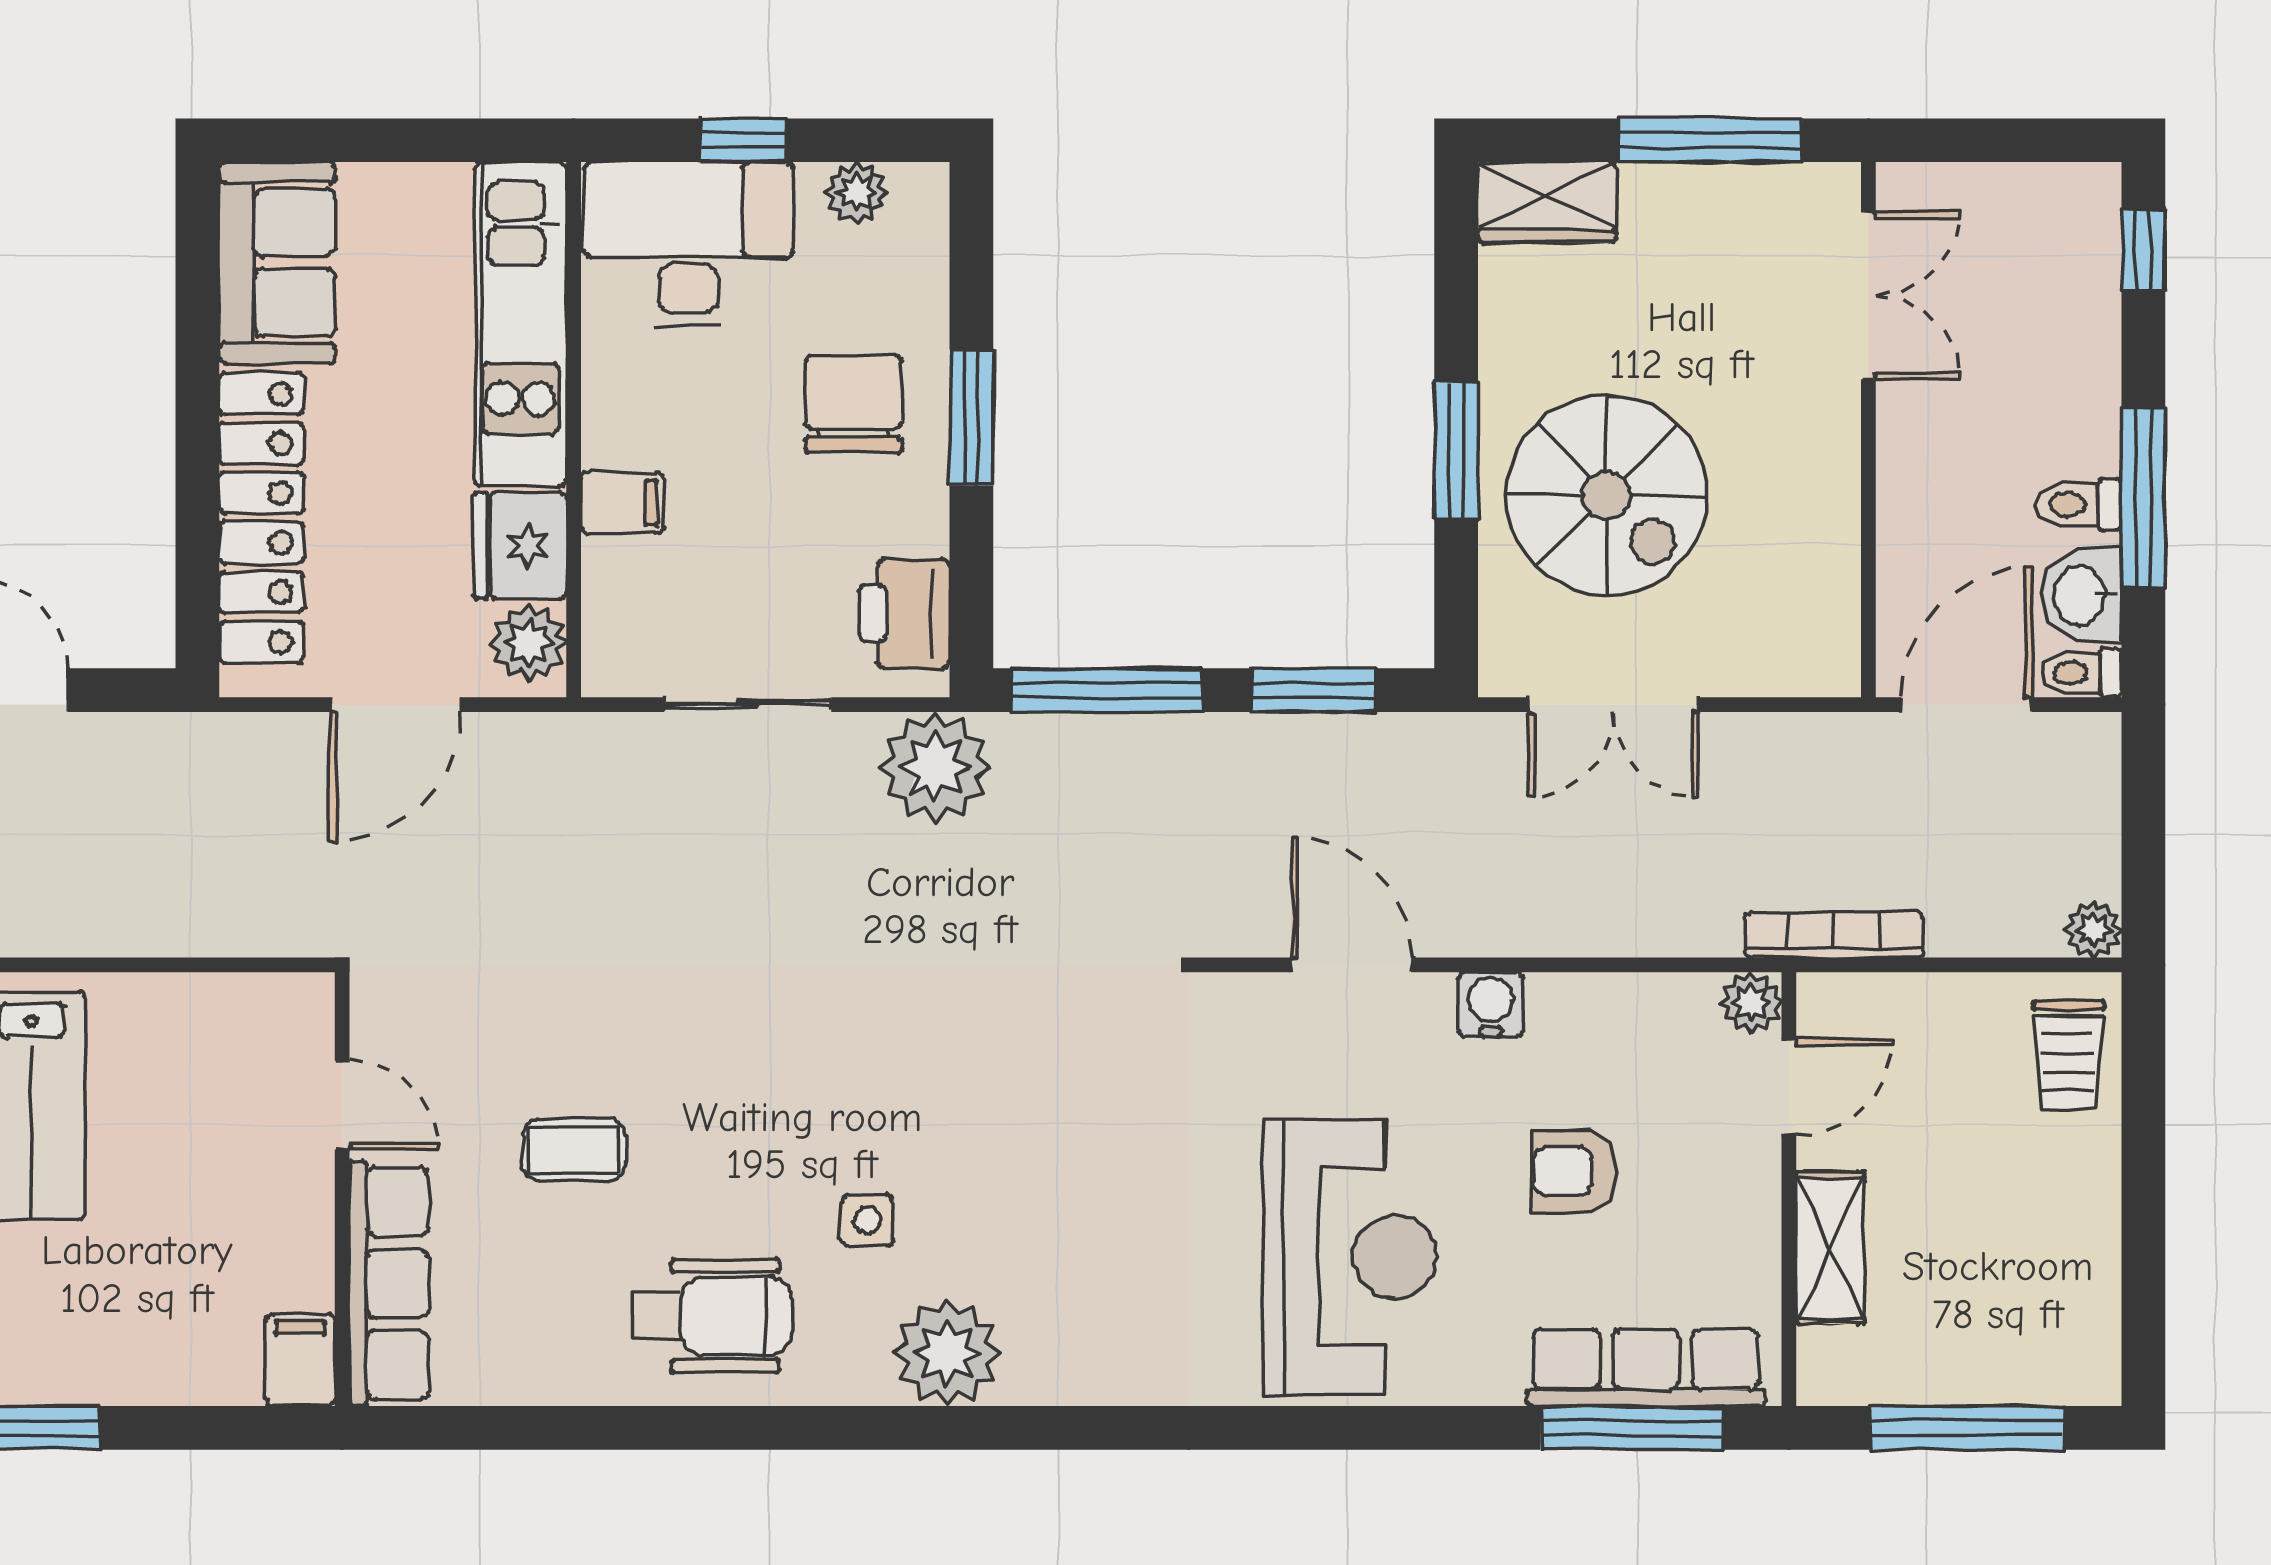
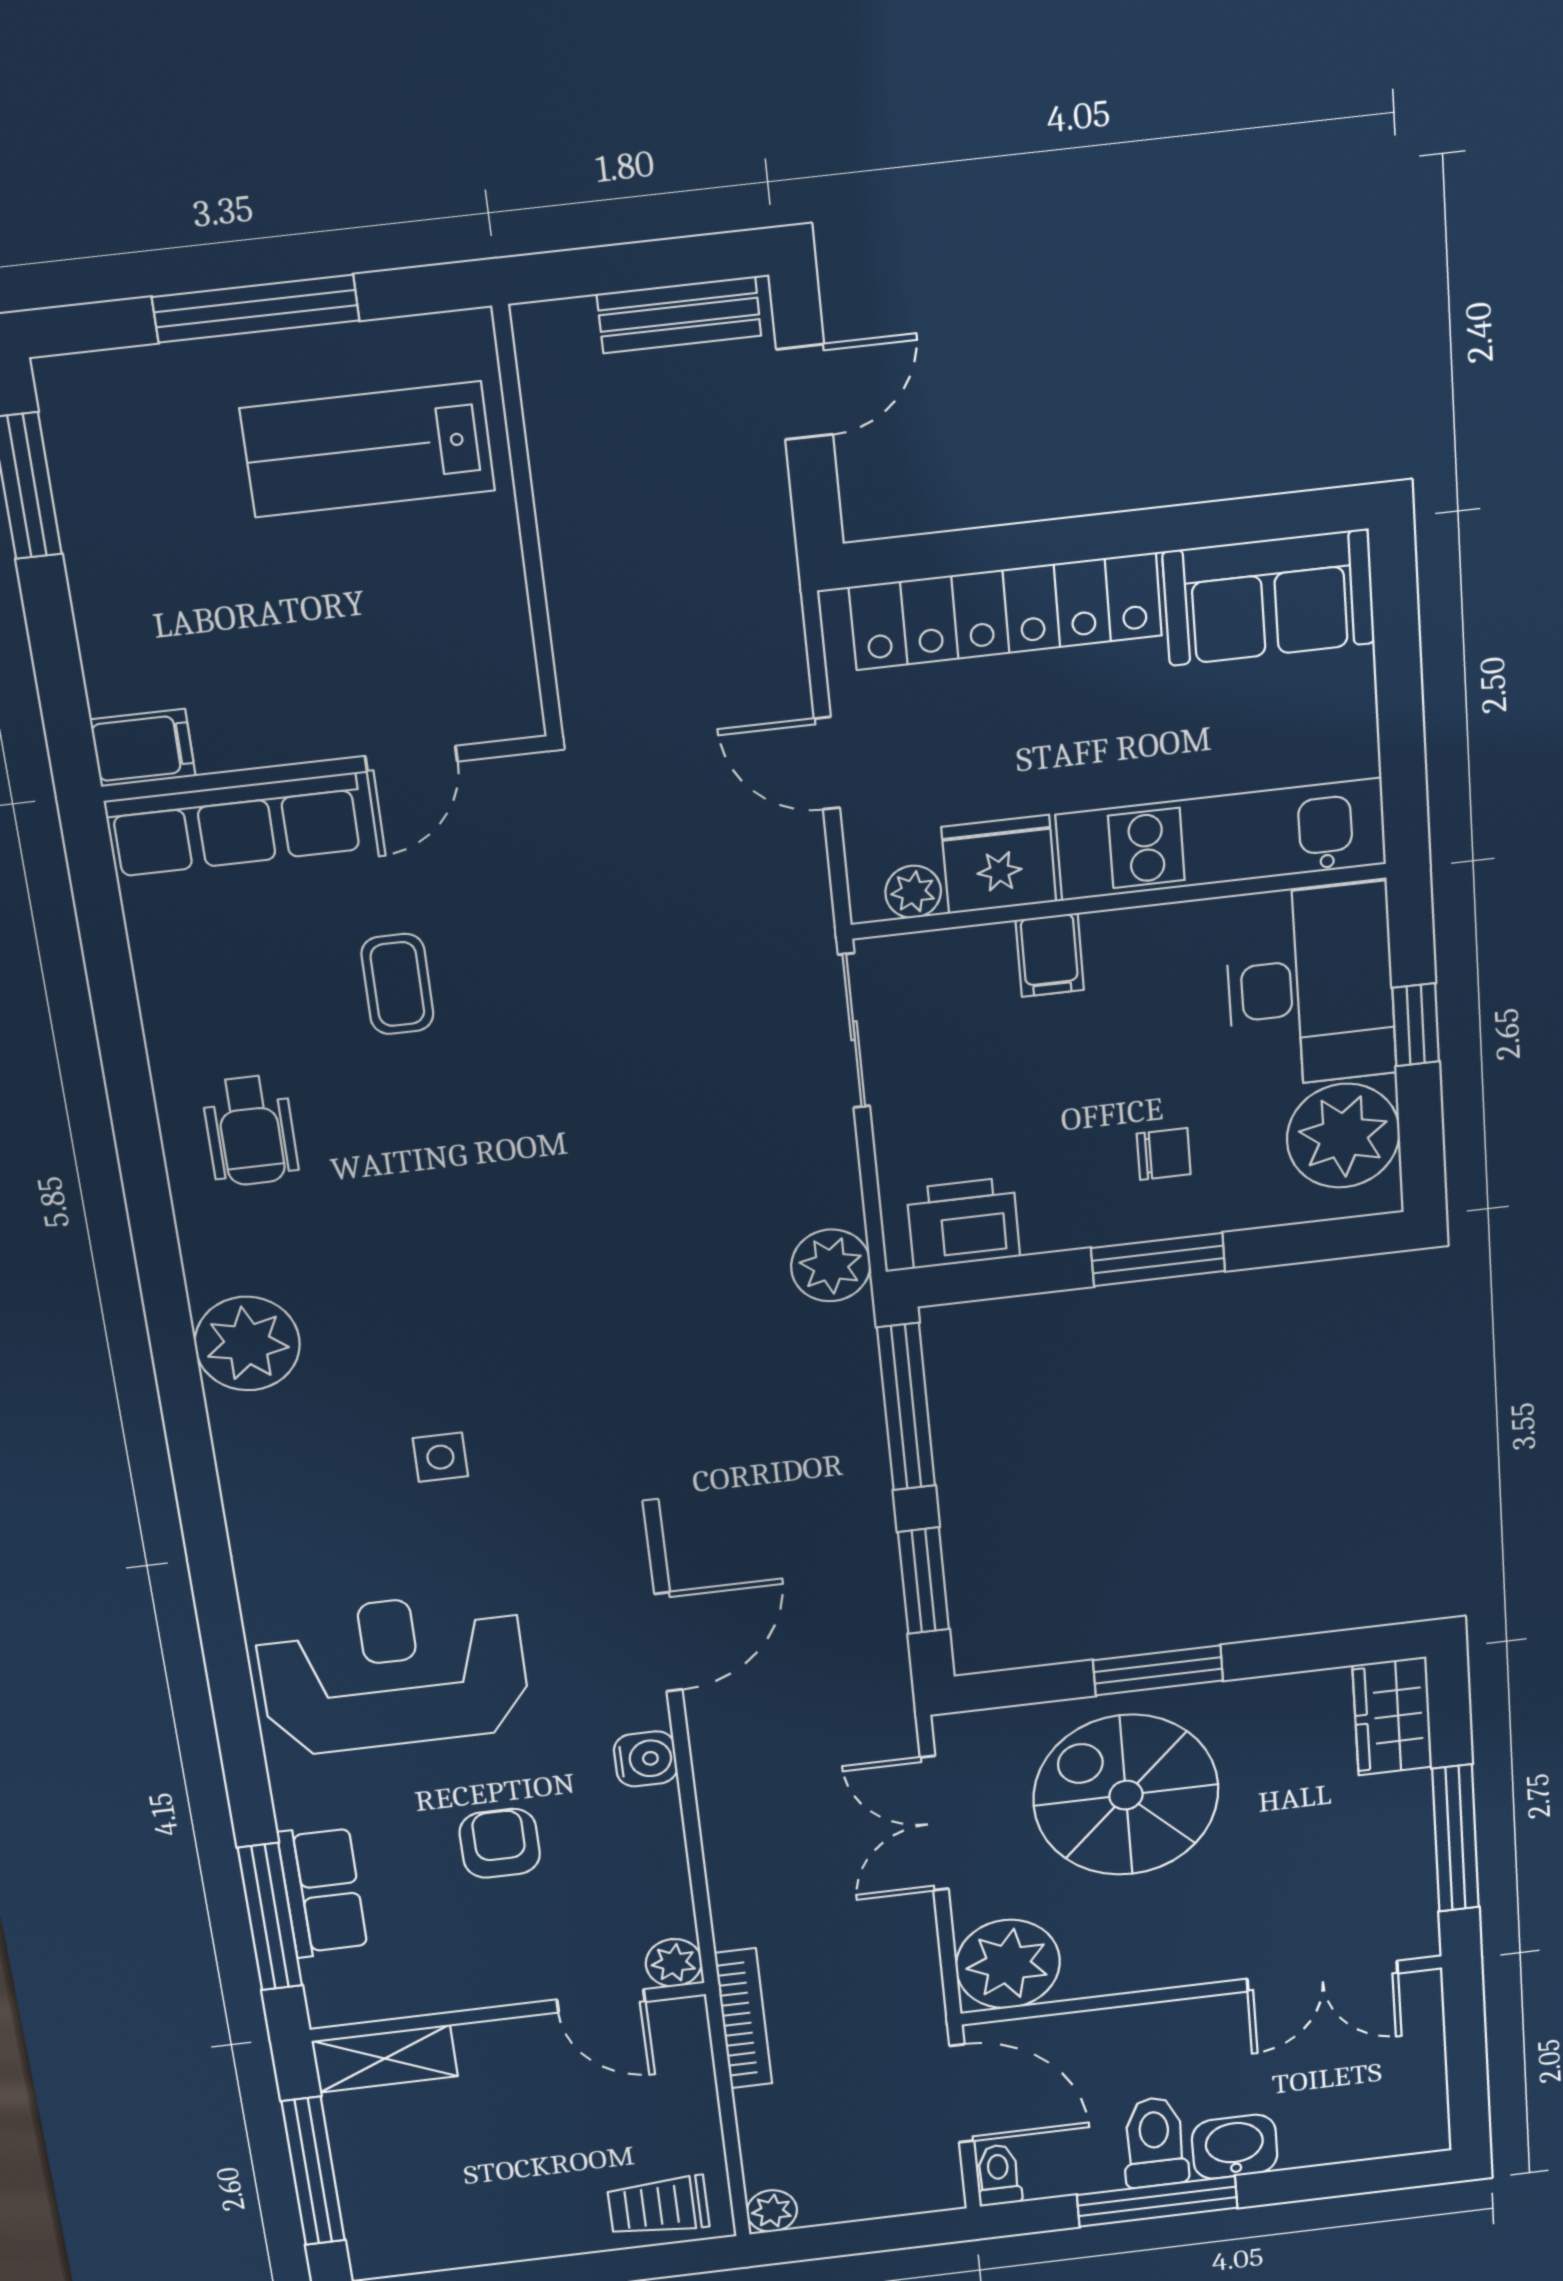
plant: (856, 193) -> (1343, 1136), width x1.88, depth x1.88
window: (2143, 250) -> (1375, 2175), removed
chair: (854, 404) -> (1164, 1154), width x0.54, depth x0.54
spiral stairs: (1606, 495) -> (1126, 1795), turned 90
toilet: (2079, 505) -> (1155, 2142), width x1.37, depth x1.39
washbasin: (2082, 595) -> (1235, 2147), moved
plant: (1804, 640) -> (1008, 1964), added
plant: (528, 643) -> (913, 892), width x0.73, depth x0.73
door: (395, 705) -> (827, 763), width x0.73
sliding door: (748, 705) -> (854, 1031), moved
plant: (935, 767) -> (831, 1265), width x0.73, depth x0.73
side table: (867, 1221) -> (440, 1457), moved
shelving: (1830, 1248) -> (385, 2059), moved
reception desk: (1350, 1257) -> (393, 1673), turned 180
wheelchair: (712, 1316) -> (250, 1131), width x0.73, depth x0.73
row of seats: (1646, 1368) -> (323, 1891), width x0.68

